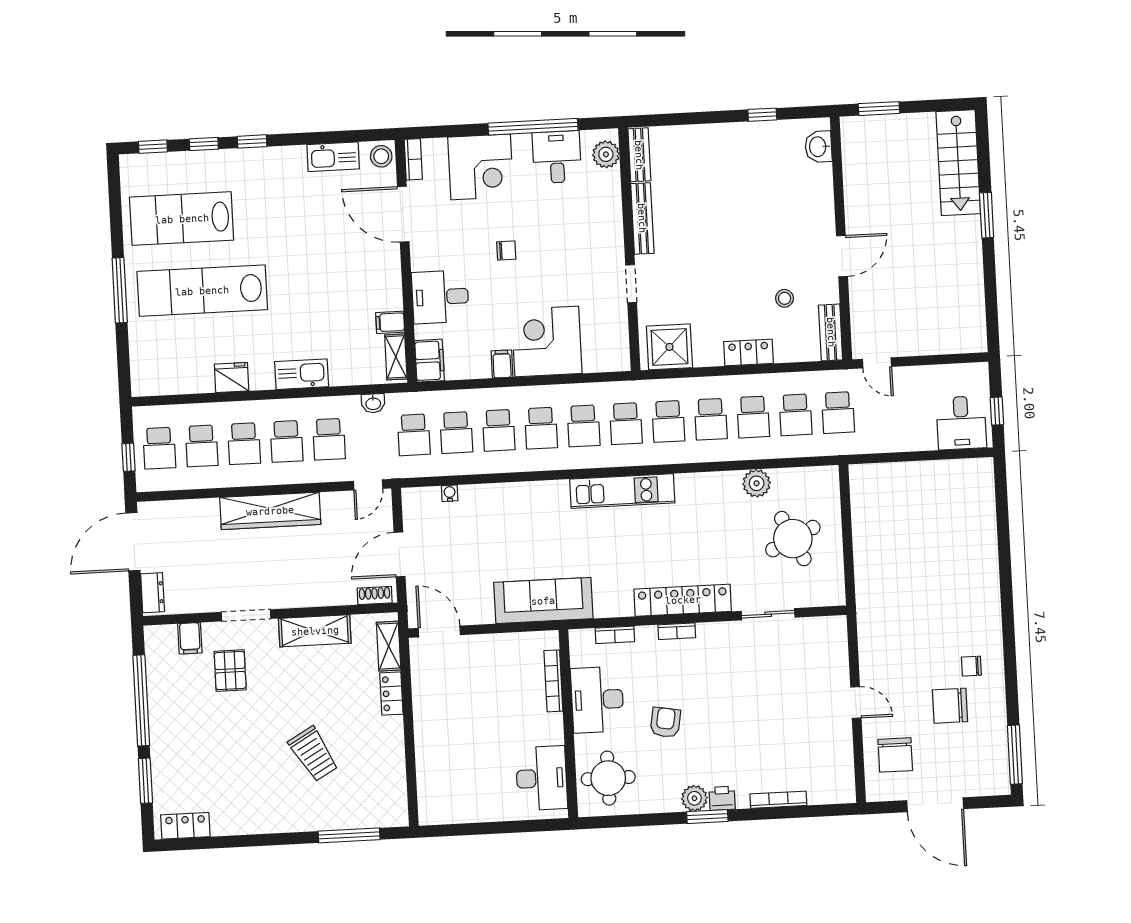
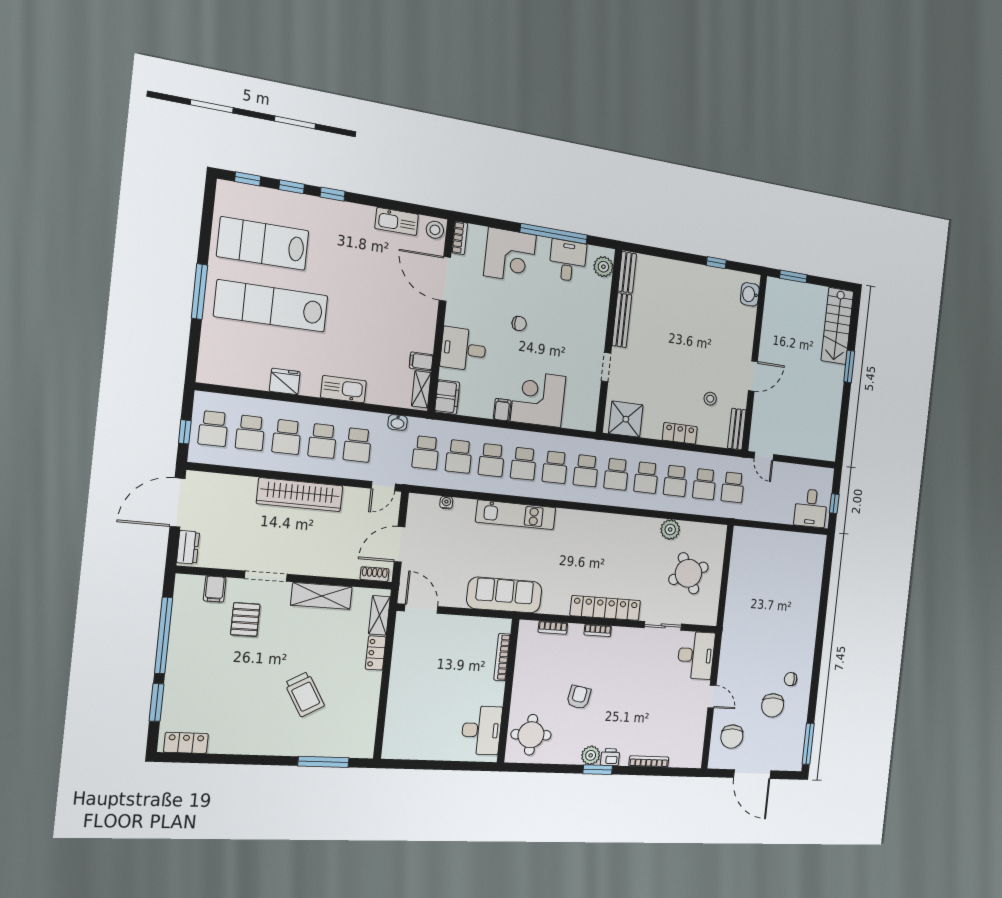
kitchen unit: (622, 491) -> (516, 515), moved
desk: (597, 700) -> (696, 655), moved, turned 180
chair: (950, 706) -> (773, 705), turned -90

